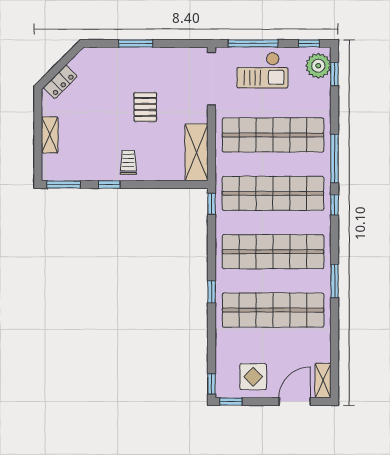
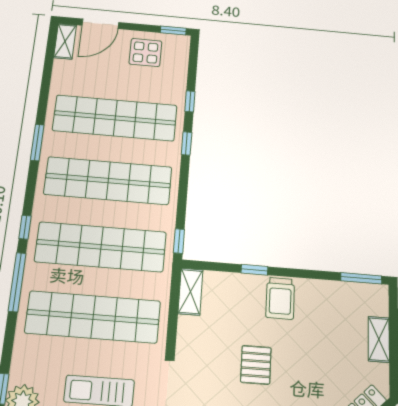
shelving: (196, 152) -> (191, 292), width x0.67, depth x0.75
trolley: (128, 162) -> (280, 298), width x1.36, depth x1.39
window: (109, 185) -> (254, 270), moved
window: (212, 384) -> (190, 101), moved

